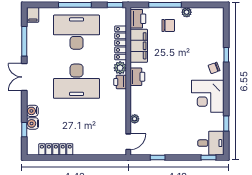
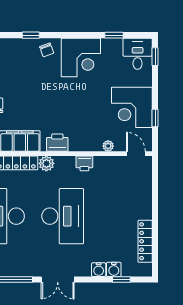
printer: (120, 82) -> (84, 163), moved
corner desk: (167, 138) -> (132, 107), added

